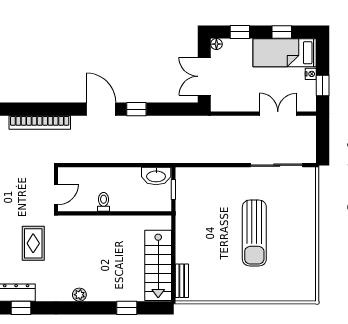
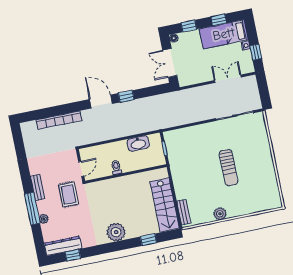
washbasin: (156, 176) -> (138, 144), moved
sun lounger: (254, 233) -> (229, 168), width x0.73, depth x0.75
rug: (33, 243) -> (69, 195), moved
plant: (230, 293) -> (220, 214), added
plant: (79, 295) -> (116, 232), width x1.87, depth x1.87

